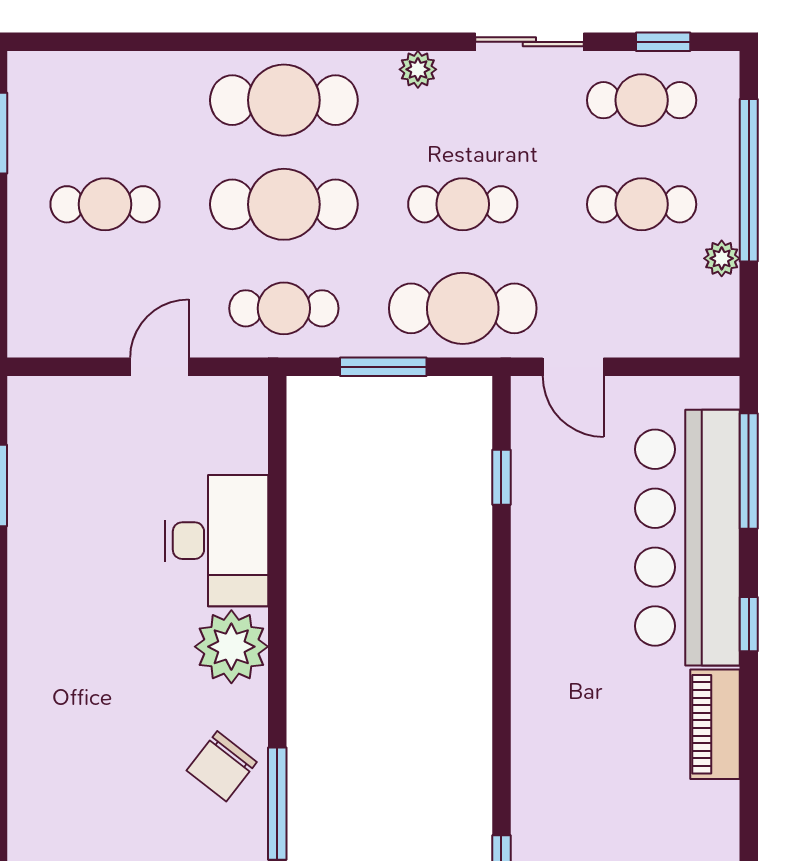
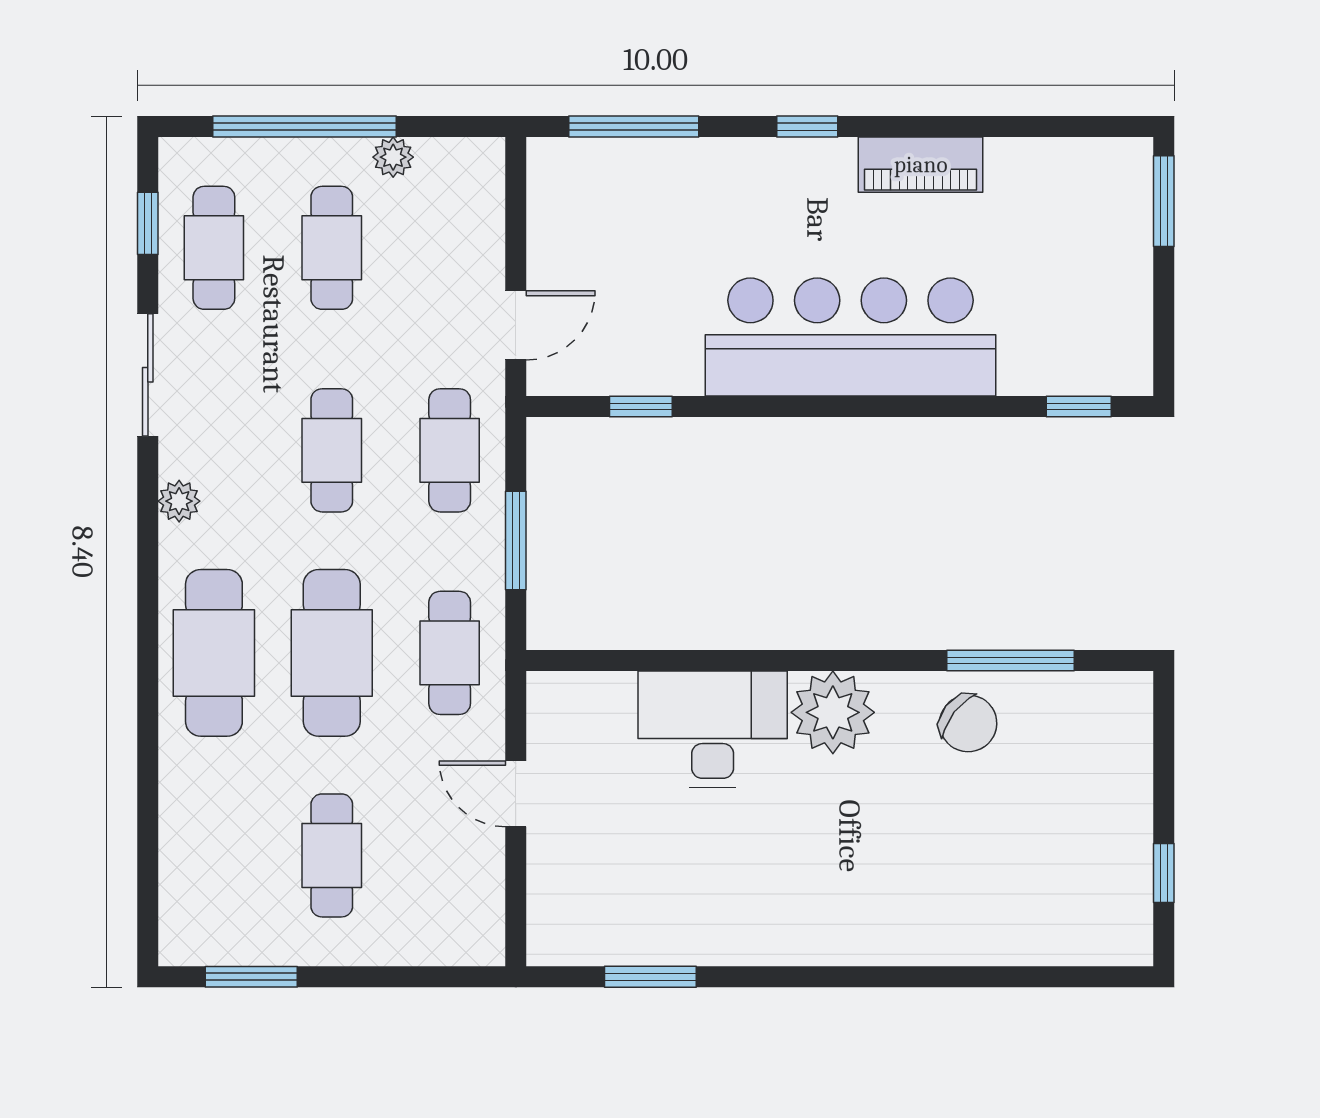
cafe table: (463, 308) -> (450, 450), width x0.73, depth x0.74
bar counter: (687, 538) -> (850, 337), moved, turned 180

